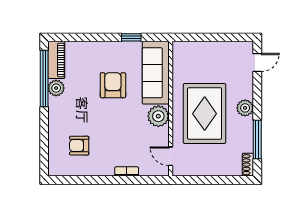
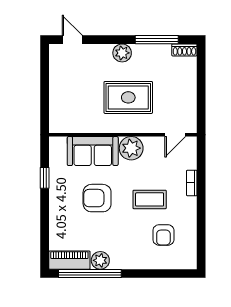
sofa: (156, 73) -> (93, 151), width x0.73
rug: (205, 114) -> (128, 97), width x0.73, depth x0.69
coffee table: (112, 133) -> (150, 199), added

